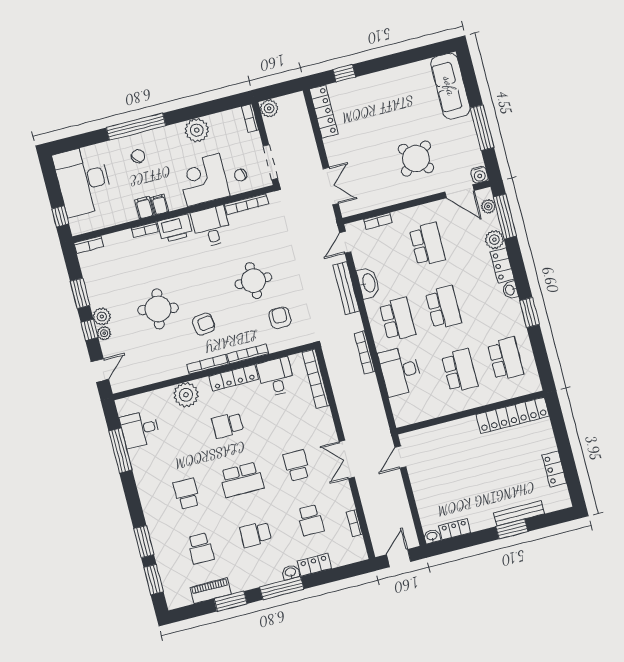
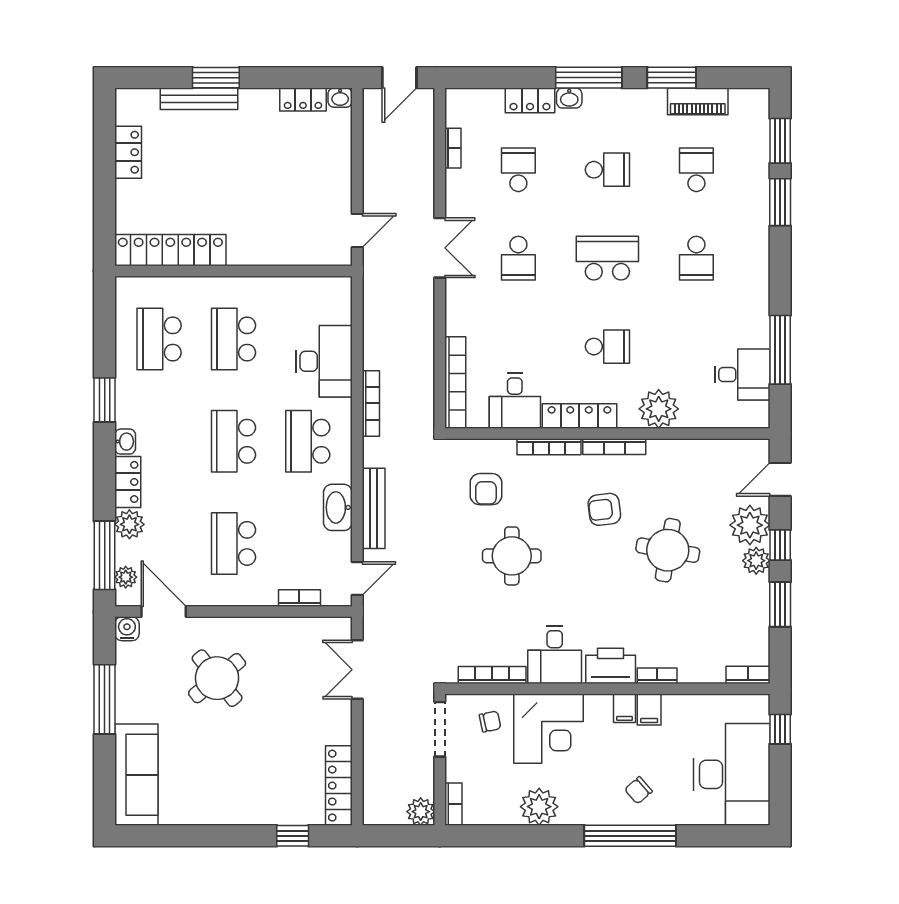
plant: (104, 333) -> (750, 525), width x1.88, depth x1.88

